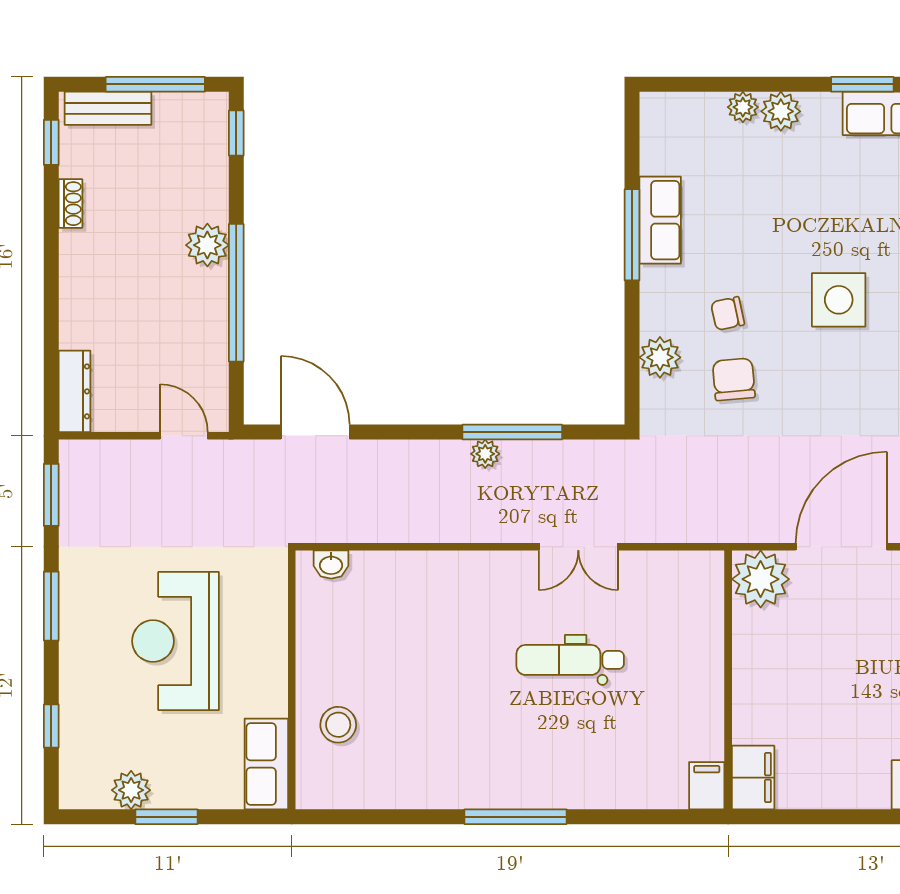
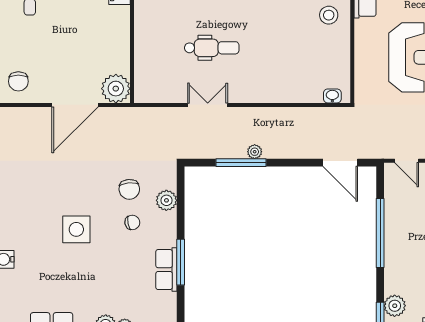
plant: (207, 245) -> (395, 306), moved

